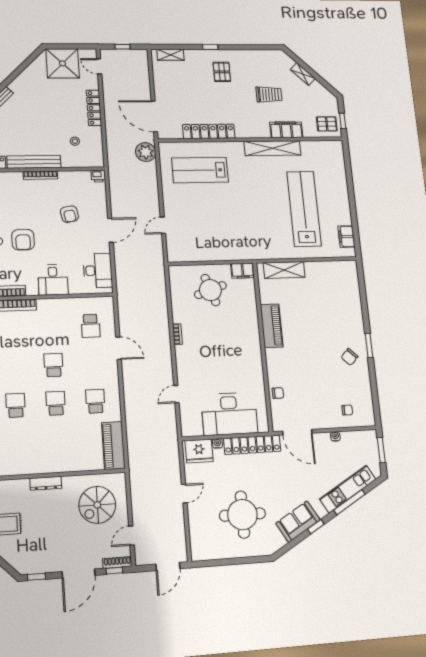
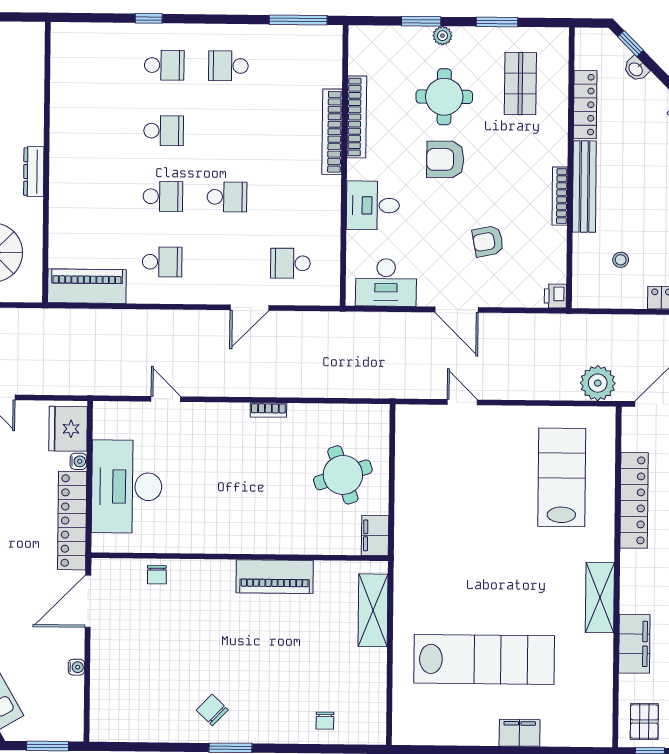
shelving: (272, 148) -> (600, 598), width x0.68
filing cabinet: (346, 237) -> (520, 733), moved
chair: (347, 410) -> (325, 721), moved

